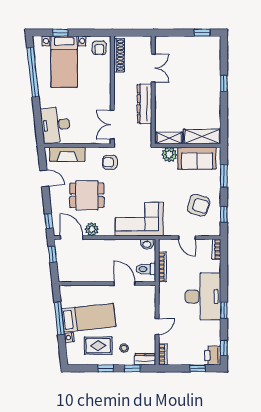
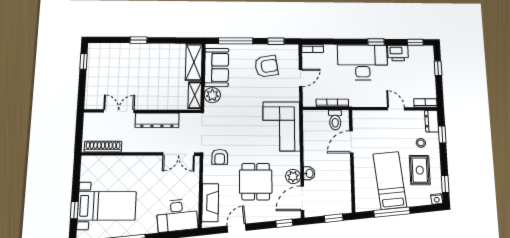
armchair: (99, 48) -> (94, 168), removed
window: (224, 176) -> (236, 41), width x1.44
armchair: (198, 205) -> (266, 66), turned 64
washbasin: (147, 244) -> (309, 173), moved
window: (52, 254) -> (334, 218), moved
nightstand: (69, 338) -> (437, 199), moved
printer: (213, 356) -> (398, 53), moved
window: (106, 368) -> (445, 184), moved

